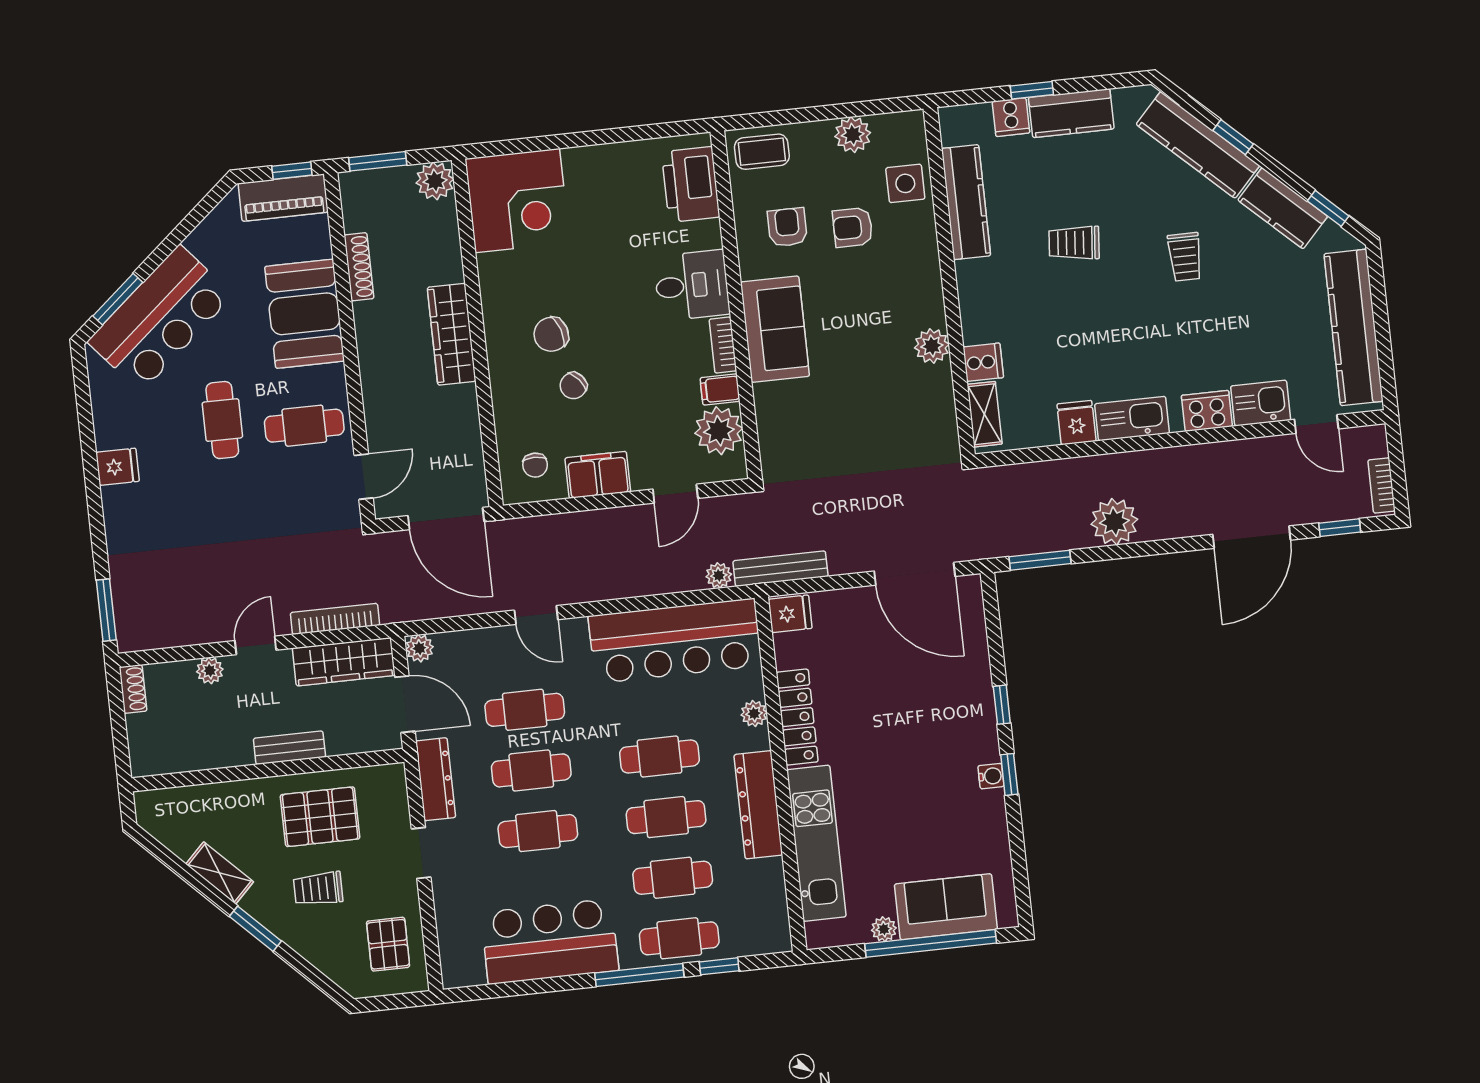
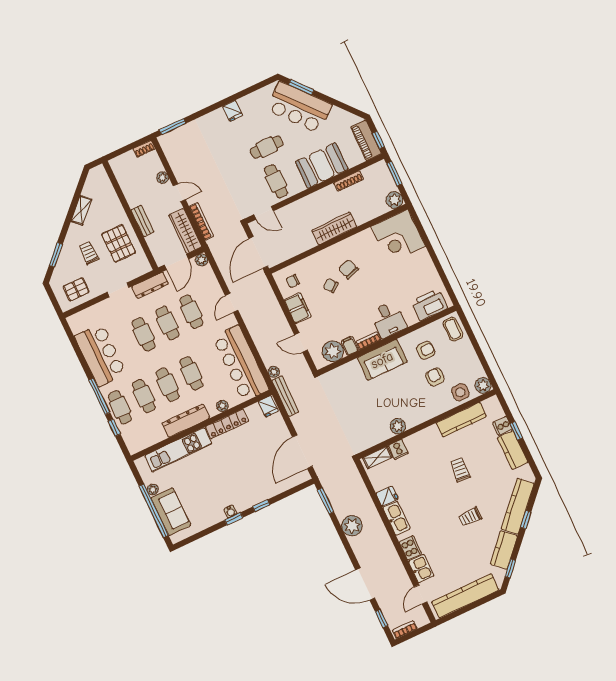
plant: (853, 135) -> (483, 385), moved
window: (255, 929) -> (56, 255), moved

